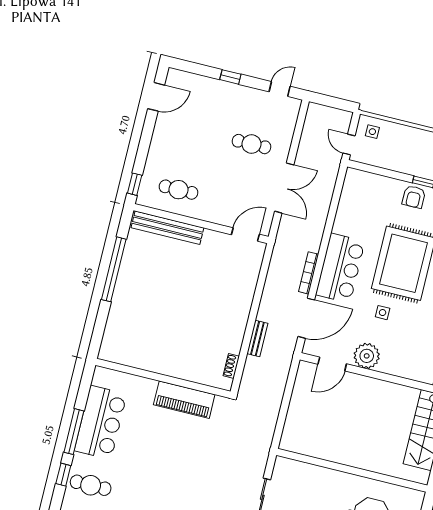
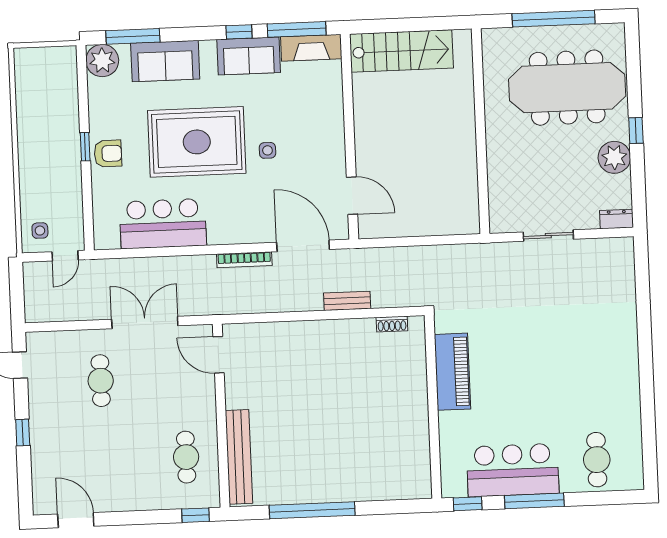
bar counter: (340, 268) -> (163, 224), moved
plant: (367, 356) -> (329, 155), removed
window: (63, 475) -> (468, 504), moved

